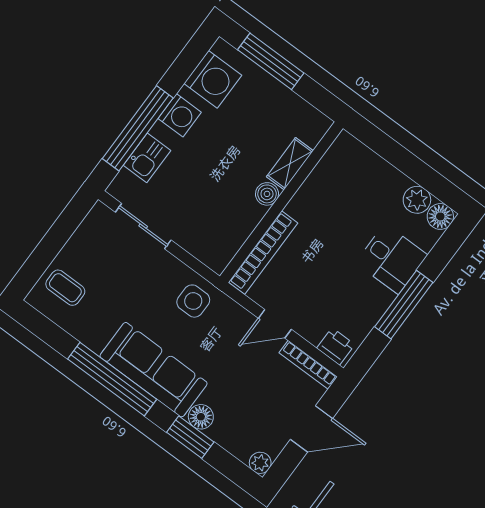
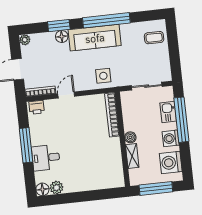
shelving: (290, 164) -> (132, 156), moved
boiler: (267, 194) -> (130, 137), moved
wall: (281, 202) -> (122, 139), moved
bookcase: (263, 253) -> (112, 115), moved

